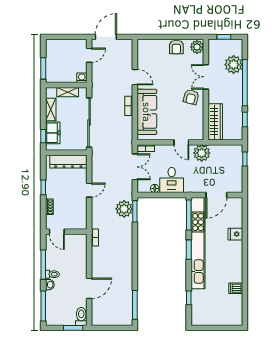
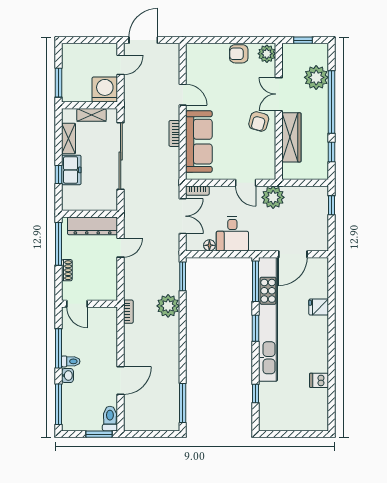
armchair: (176, 47) -> (239, 54), turned 90
washing machine: (82, 78) -> (105, 89), width x1.89, depth x1.89
wardrobe: (215, 122) -> (291, 137), moved
wall: (66, 153) -> (90, 214), moved
dresser: (68, 162) -> (93, 226), moved
window: (43, 187) -> (59, 244), width x2.17
plant: (124, 209) -> (168, 306), moved

